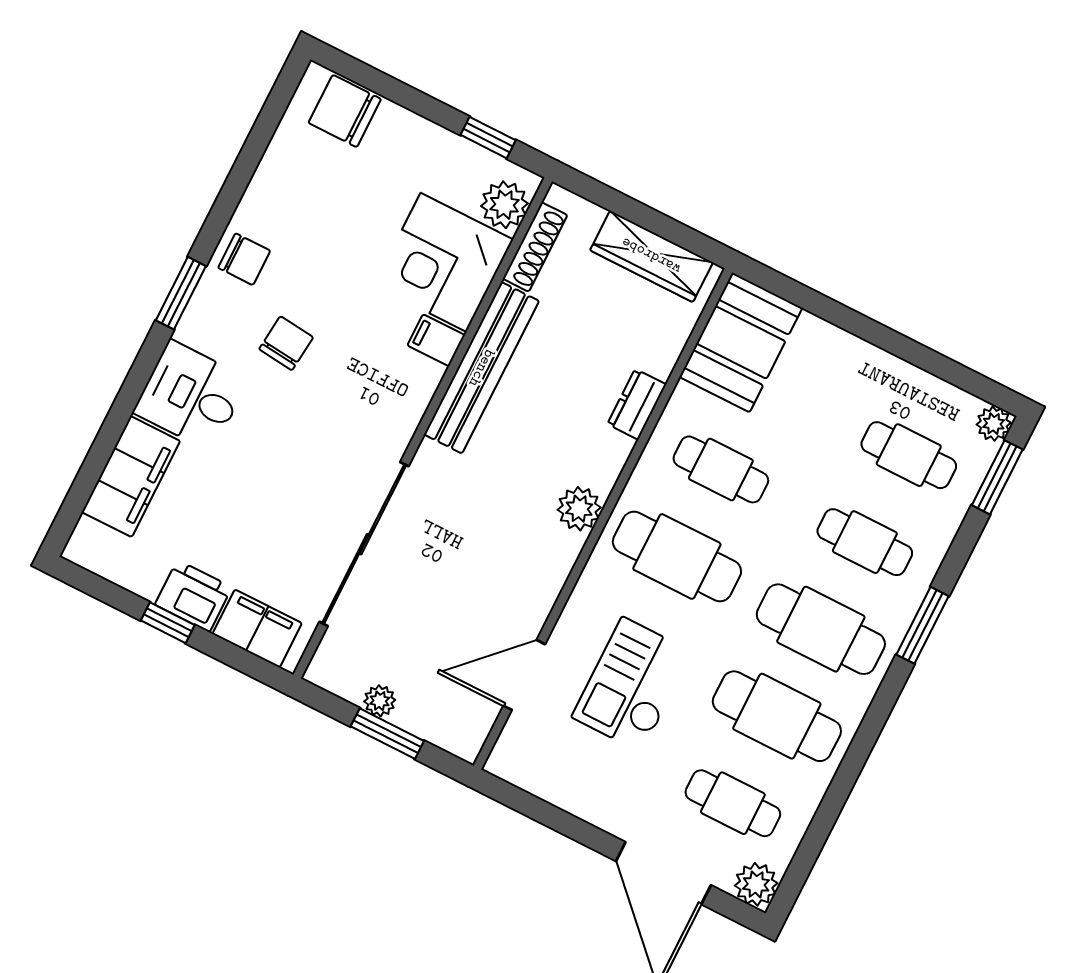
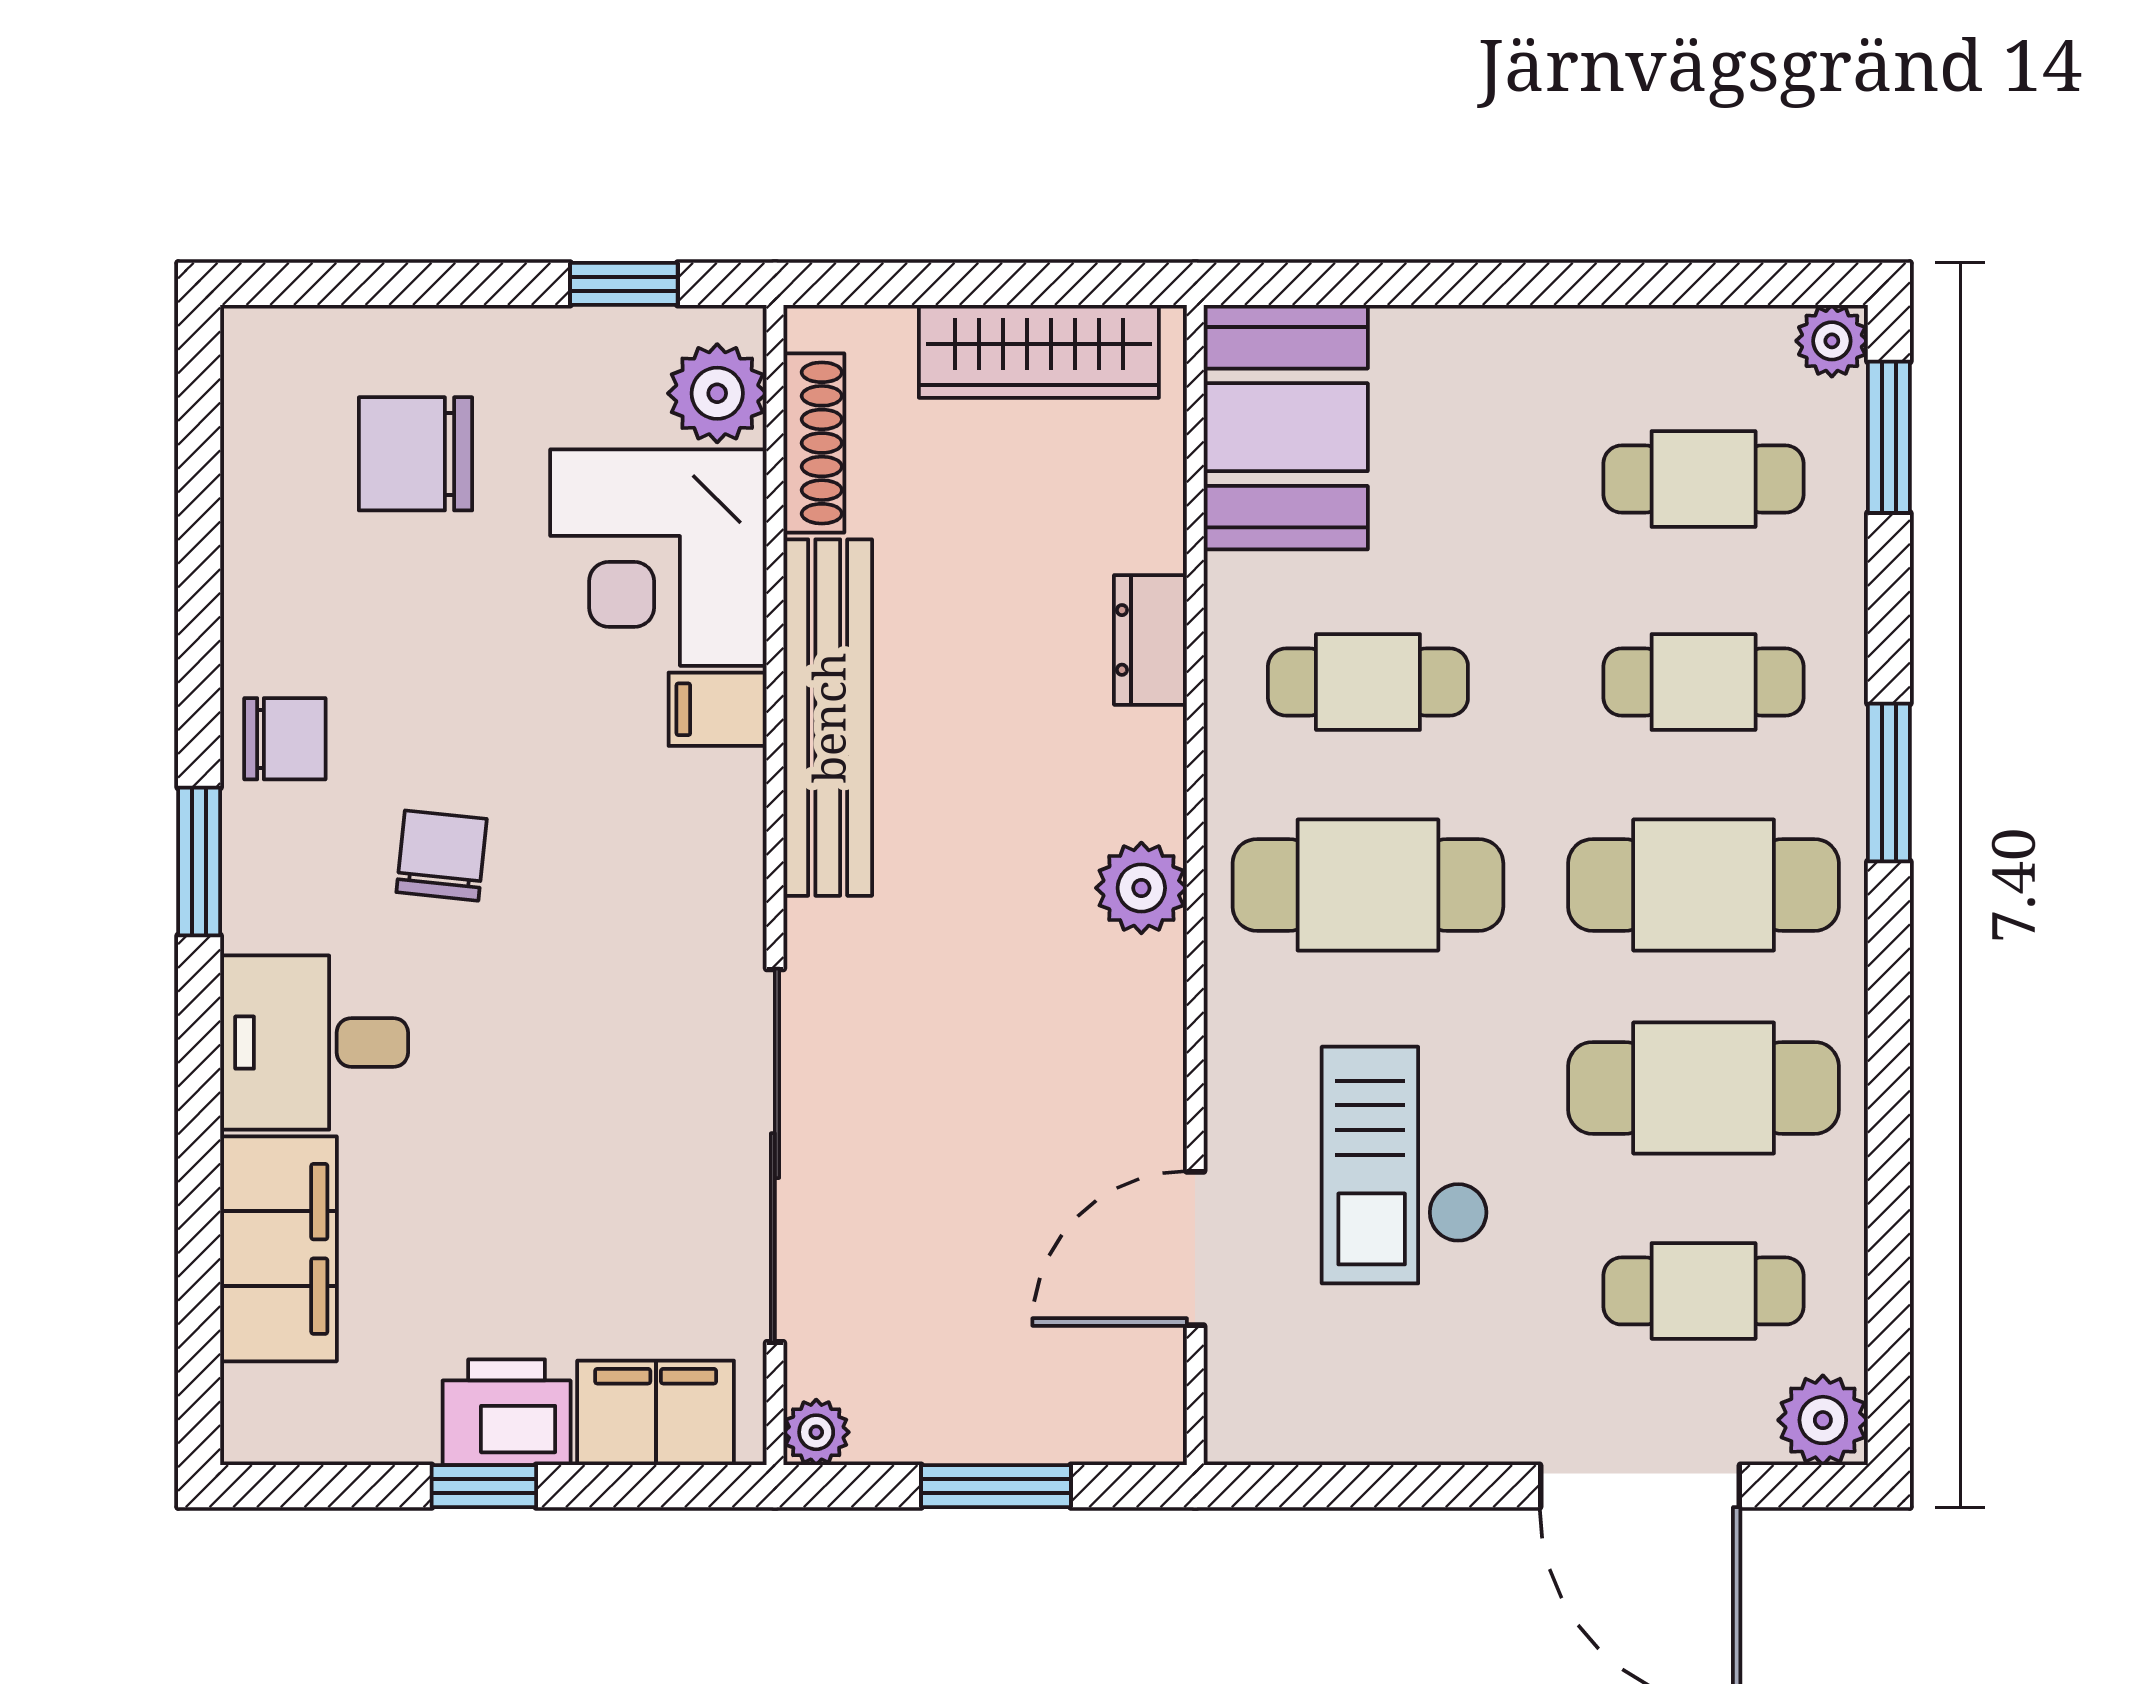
chair: (345, 111) -> (415, 454), moved
plant: (380, 701) -> (816, 1432), moved

